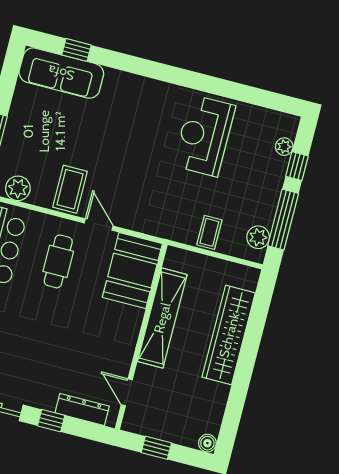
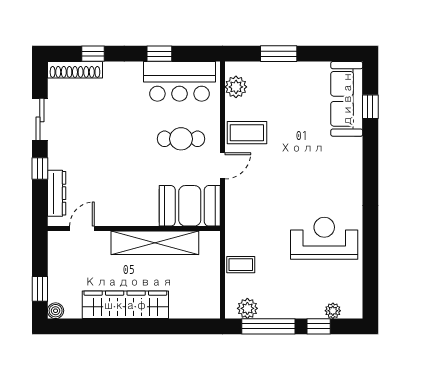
wardrobe: (229, 335) -> (125, 305), moved
window: (156, 448) -> (40, 289), moved

